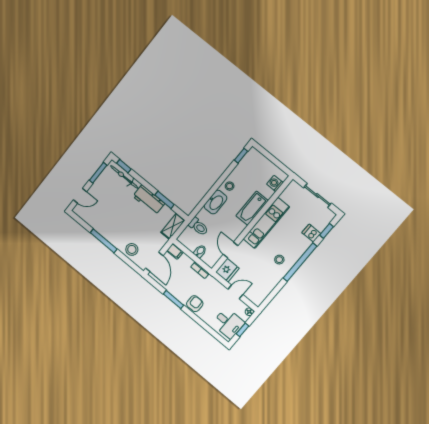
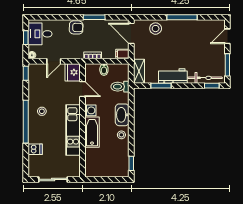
washing machine: (275, 183) -> (90, 110), moved
window: (327, 231) -> (26, 73), moved
armchair: (195, 304) -> (76, 27), turned -89

